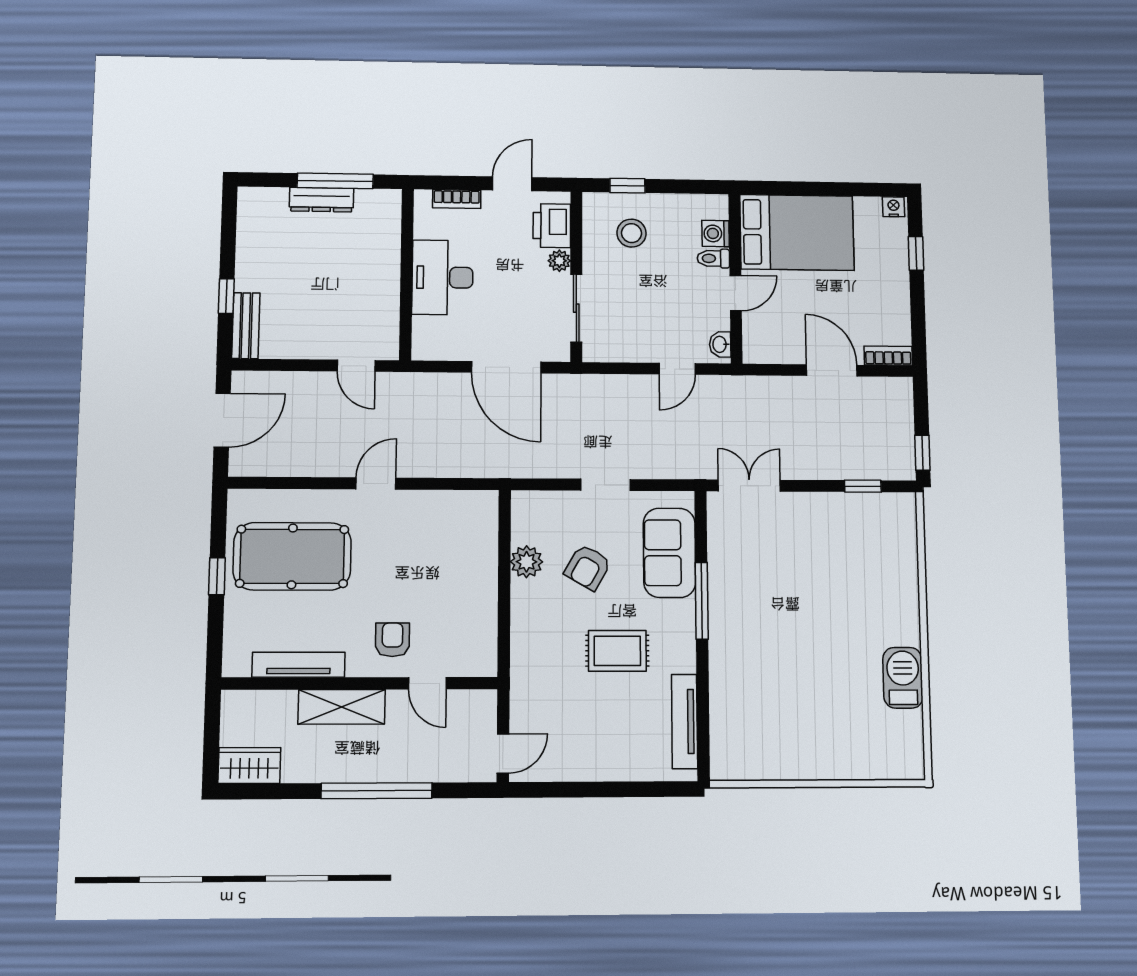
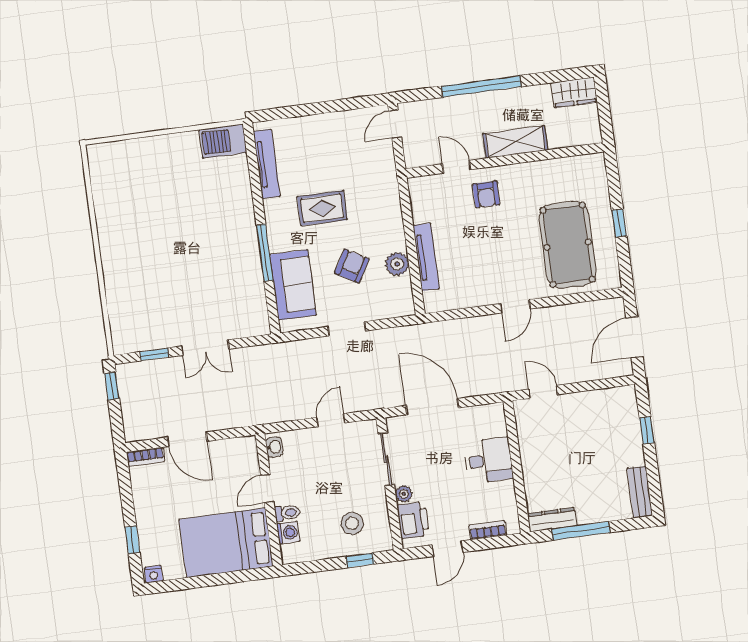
dresser: (321, 200) -> (552, 520), moved
desk: (443, 277) -> (488, 460), width x0.73
bench: (246, 326) -> (640, 492), moved
door: (677, 369) -> (331, 420), moved
double door: (749, 486) -> (205, 348), moved
pool table: (292, 556) -> (568, 245), turned 90
tv unit: (299, 665) -> (426, 257), moved, turned -90
barbecue: (903, 678) -> (223, 141), moved, turned 90

